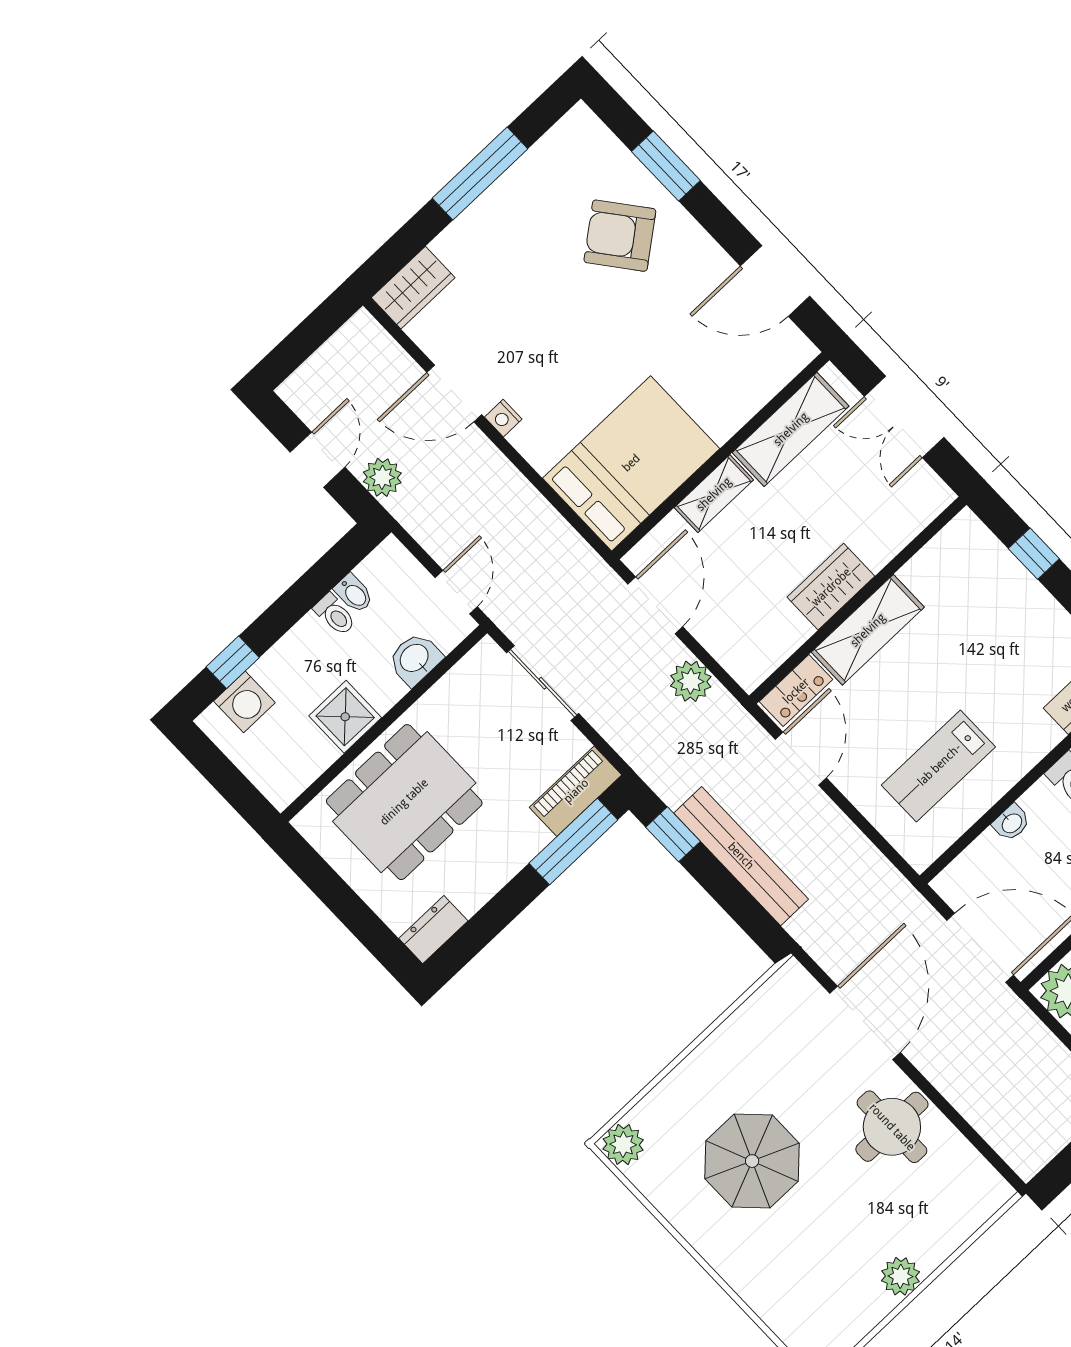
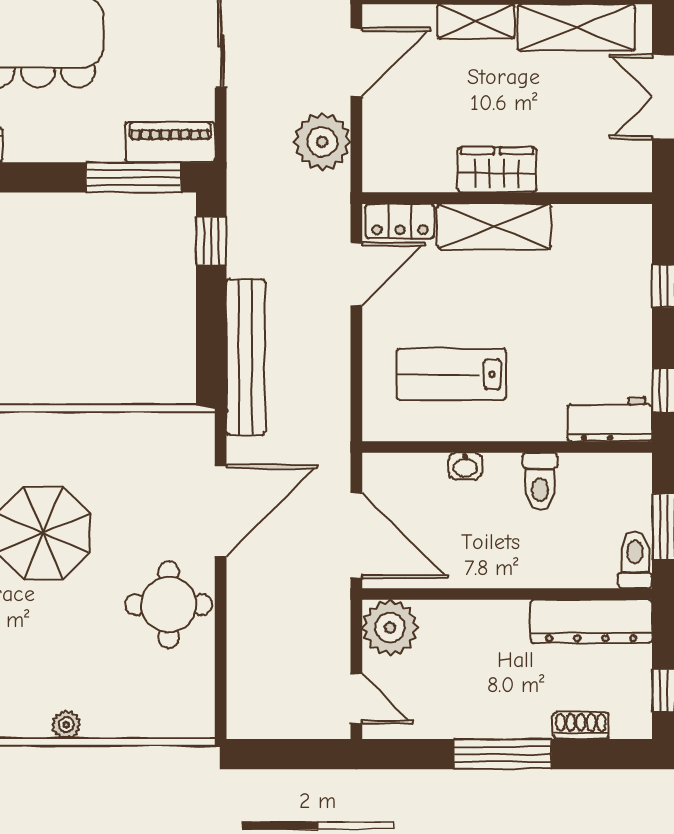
plant: (691, 681) -> (322, 142), width x1.36, depth x1.36
bench: (741, 856) -> (246, 357), moved
plant: (901, 1276) -> (66, 725), width x0.73, depth x0.73

